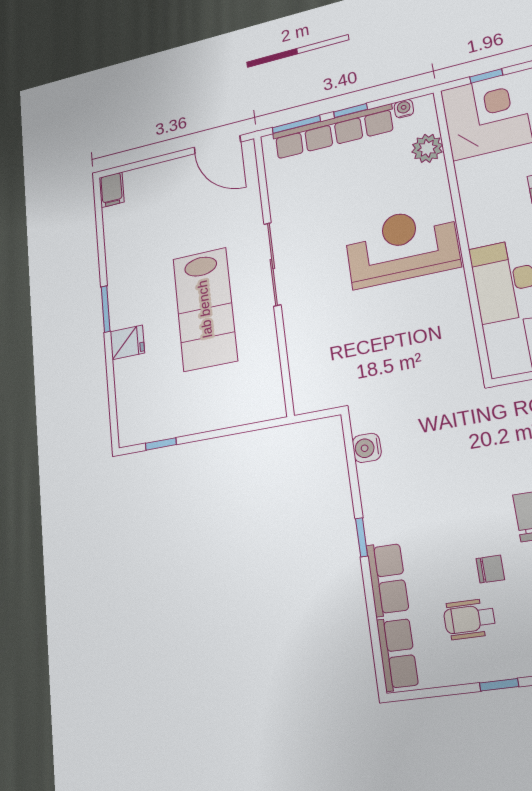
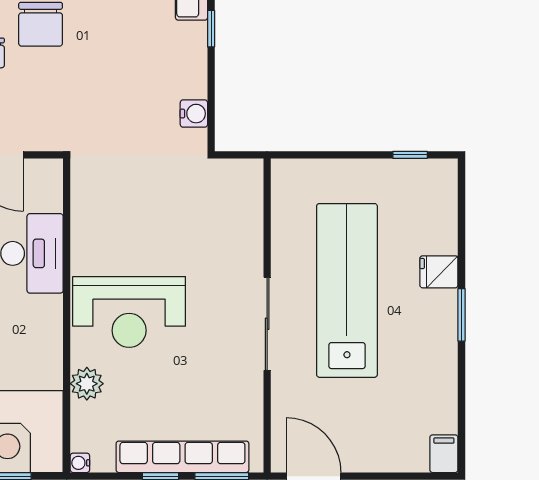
water cooler: (404, 109) -> (80, 463), moved, turned 90
plant: (427, 148) -> (87, 384), moved
lab bench: (205, 309) -> (347, 290), width x1.36

